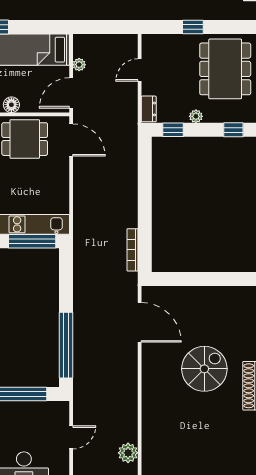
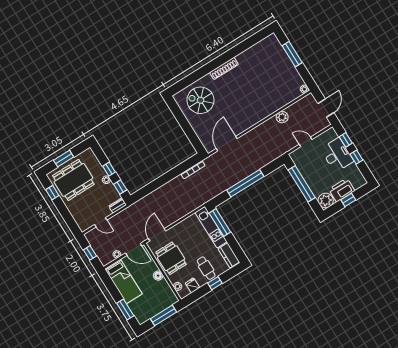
window: (105, 27) -> (90, 253), added
window: (193, 27) -> (52, 193), moved
window: (233, 130) -> (109, 169), moved
window: (66, 345) -> (245, 183), moved
spiral stairs: (204, 369) -> (200, 100), moved
plant: (128, 453) -> (282, 117), moved

